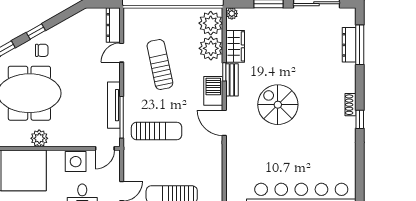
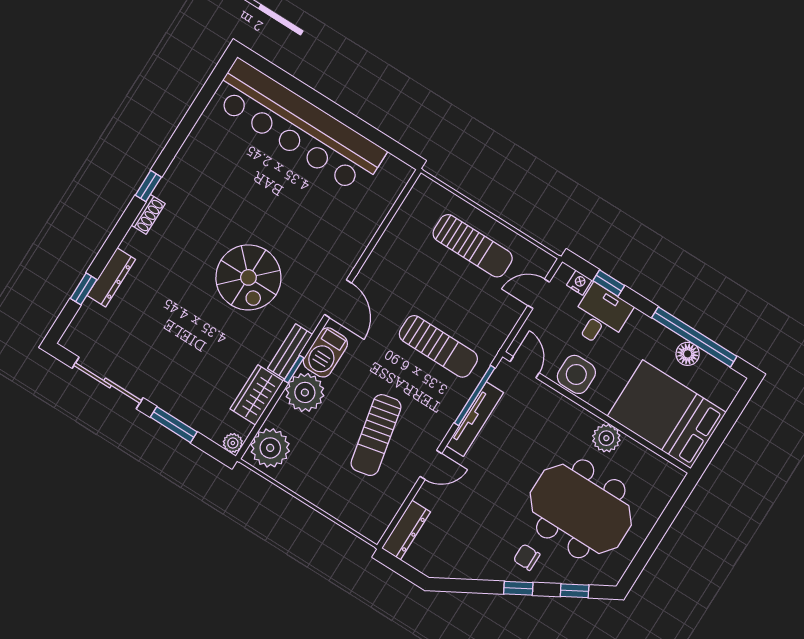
dresser: (349, 45) -> (111, 277), moved
window: (360, 45) -> (84, 289), width x0.46
plant: (211, 48) -> (305, 392), moved
door: (122, 53) -> (431, 465), moved
sun lounger: (157, 131) -> (438, 346), turned 180
door: (105, 148) -> (525, 367), hinge flipped

